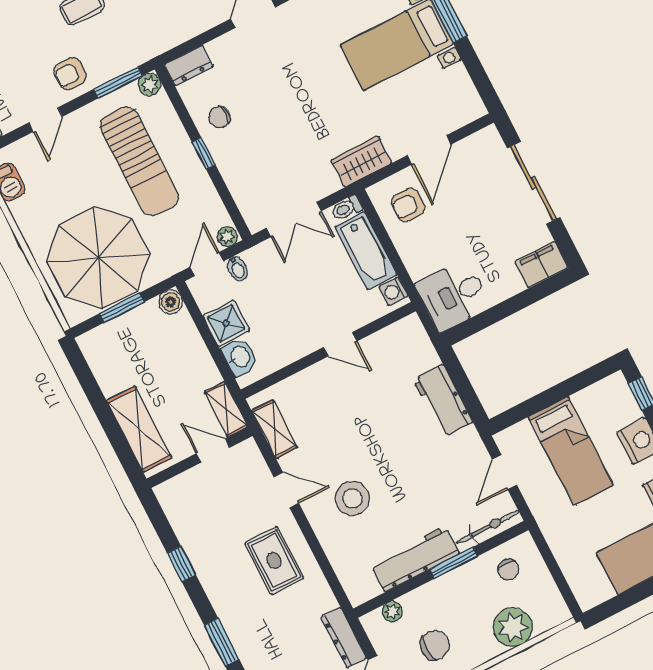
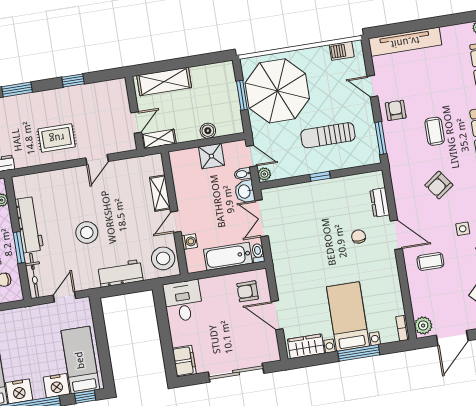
dresser: (189, 66) -> (380, 202), moved
plant: (150, 84) -> (373, 157), removed
chair: (219, 117) -> (359, 237), moved
wardrobe: (361, 161) -> (306, 346), moved, turned -90
sun lounger: (139, 162) -> (328, 135), width x0.73, depth x0.75
armchair: (408, 205) -> (248, 291), turned -90
washing machine: (393, 291) -> (189, 242), moved, turned 90
boiler: (170, 302) -> (208, 131), moved
stool: (400, 345) -> (163, 258), added
washbasin: (240, 357) -> (245, 191), moved, turned 90
shelving: (274, 429) -> (160, 193), moved, turned 90
bed: (571, 451) -> (80, 360), moved, turned 90
door: (504, 472) -> (65, 297), hinge flipped
stool: (352, 498) -> (87, 232), moved

